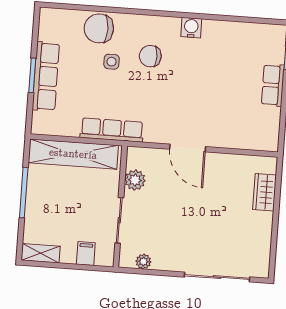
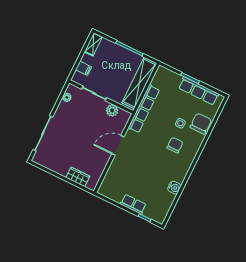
water cooler: (191, 28) -> (174, 188), moved
row of seats: (46, 76) -> (199, 91), moved
row of seats: (112, 130) -> (144, 109), width x1.36

